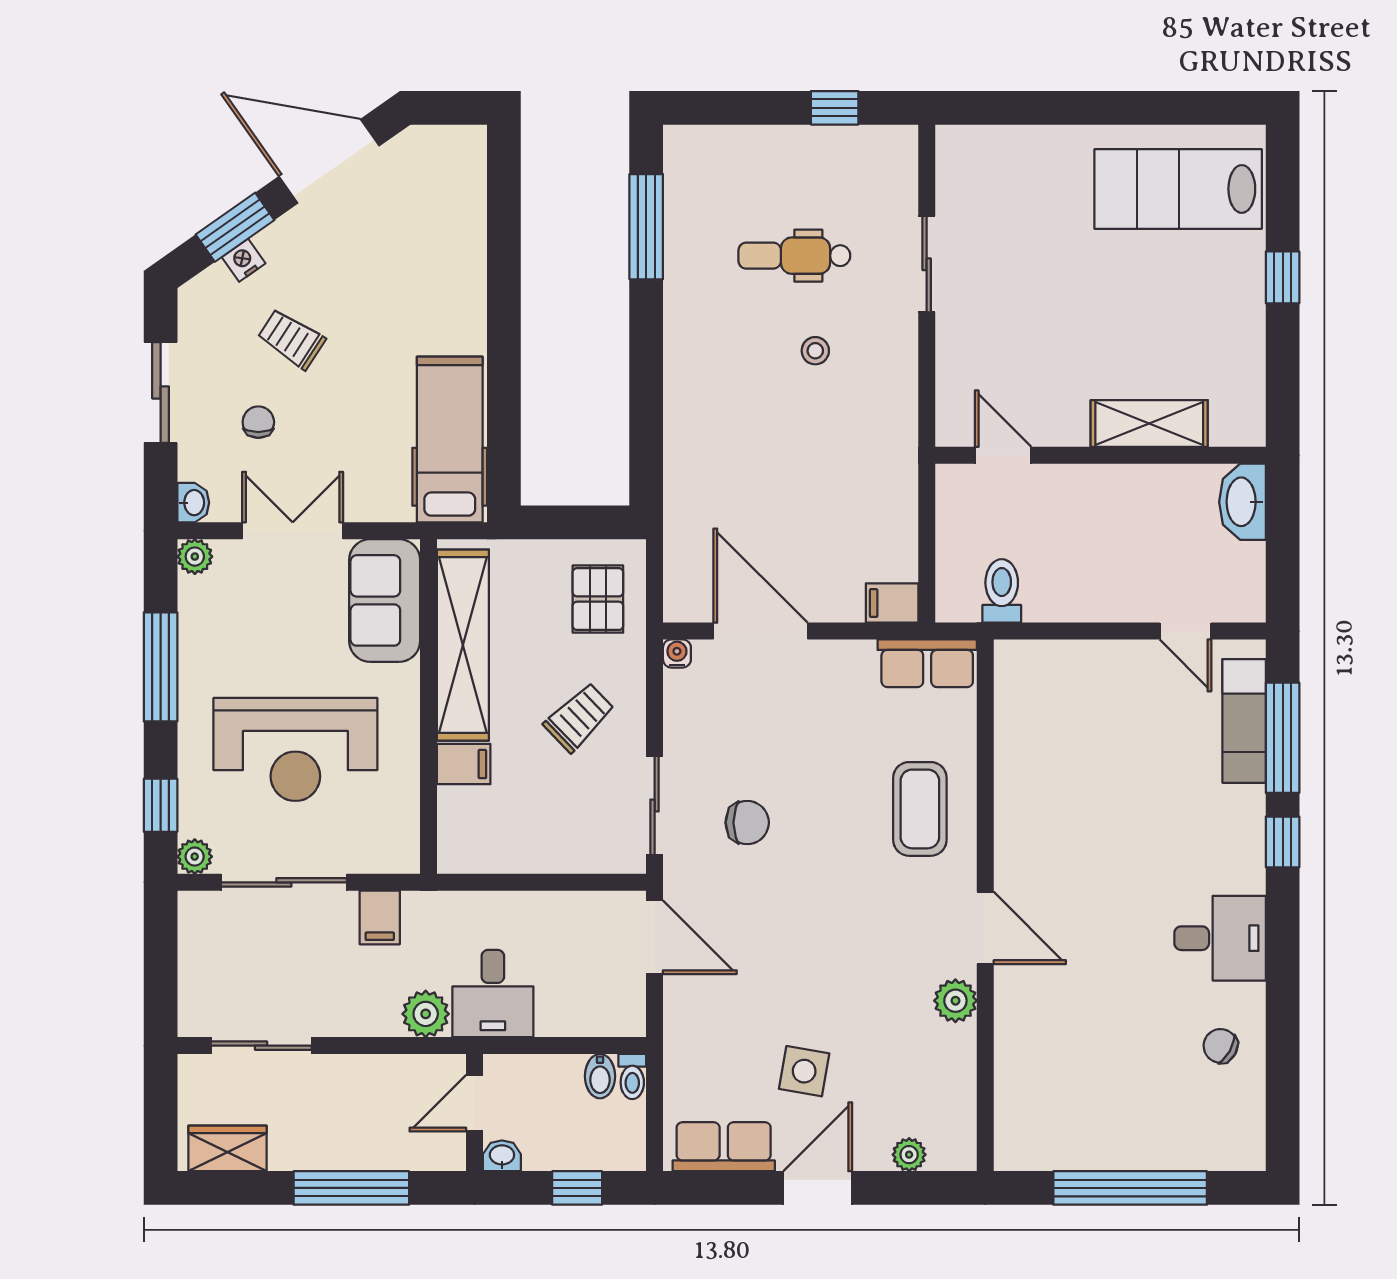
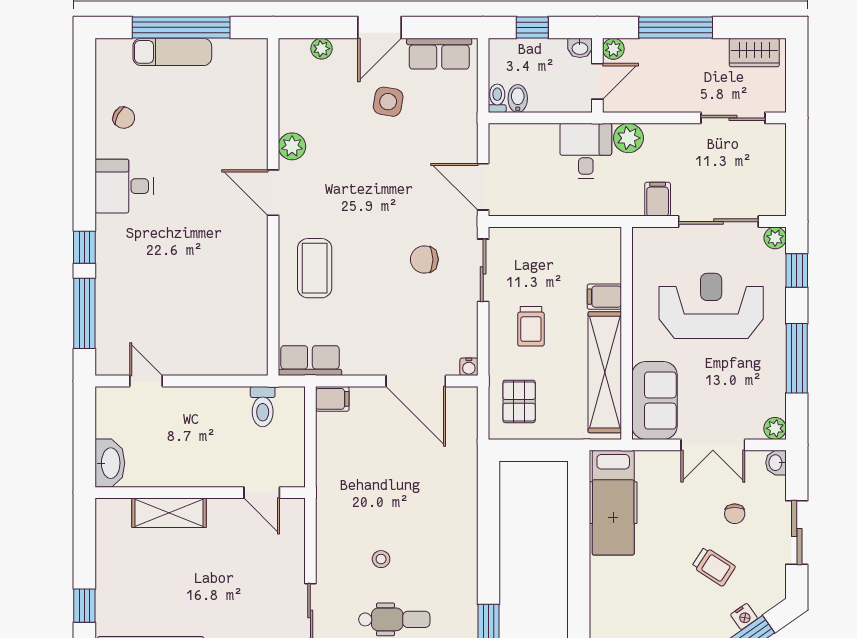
trolley: (579, 717) -> (531, 326), turned -46
exam couch: (1244, 721) -> (172, 52), moved, turned 90
plant: (449, 1154) -> (613, 49), added

